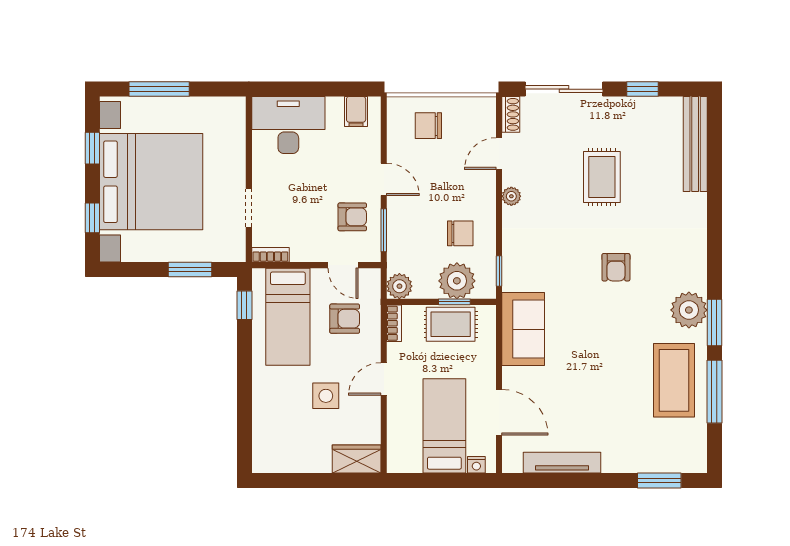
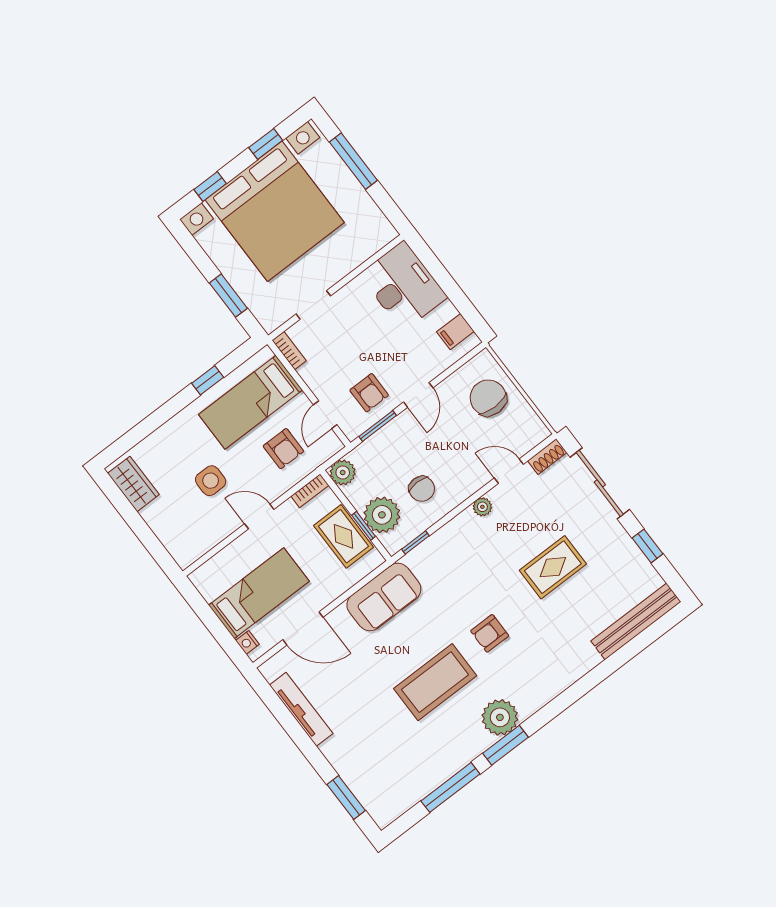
chair: (428, 126) -> (488, 398), width x1.37, depth x1.37
window: (244, 305) -> (208, 380), moved
coffee table: (674, 380) -> (435, 682), moved
door: (499, 412) -> (303, 628), hinge flipped
wardrobe: (357, 459) -> (133, 484), moved

